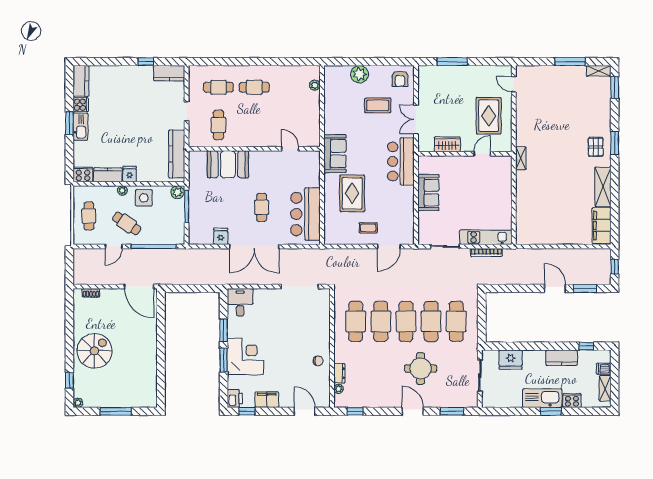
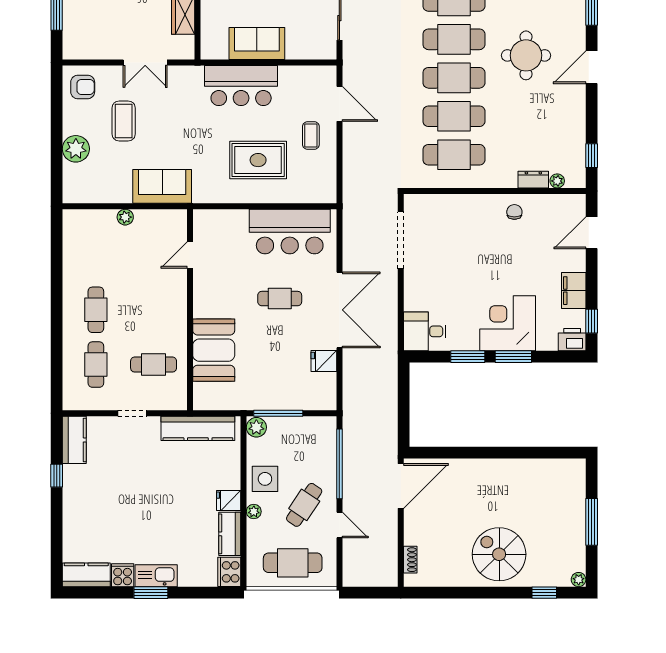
plant: (315, 85) -> (125, 217), moved
sofa: (335, 154) -> (162, 186), moved
bar counter: (401, 161) -> (241, 86), moved
cafe table: (89, 216) -> (293, 563), width x1.37, depth x1.35

